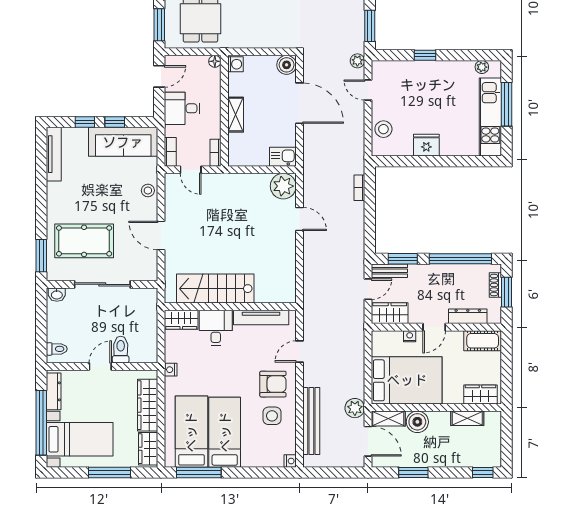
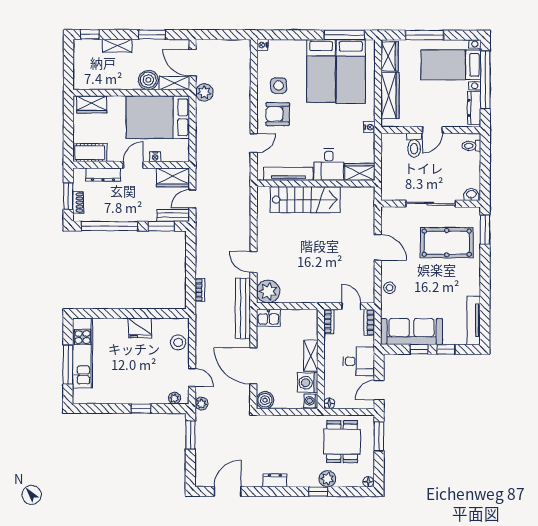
plant: (482, 67) -> (174, 398), moved
washing machine: (239, 84) -> (308, 383), added
stairs: (215, 289) -> (305, 200), moved
shelving: (467, 418) -> (117, 46), moved
bench: (311, 421) -> (243, 308), moved

